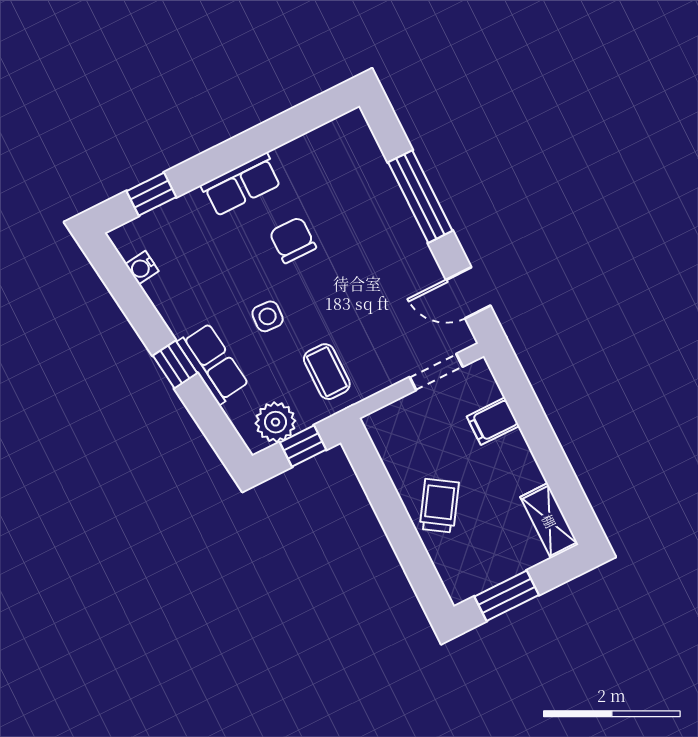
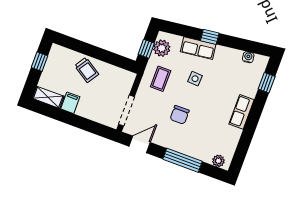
plant: (360, 138) -> (218, 161), added
chair: (293, 240) -> (180, 115), moved, turned 90
coffee table: (327, 372) -> (161, 79), turned 90
doorway: (436, 372) -> (127, 111), width x1.38
filing cabinet: (493, 421) -> (70, 103), moved
window: (507, 596) -> (39, 62), width x0.67

